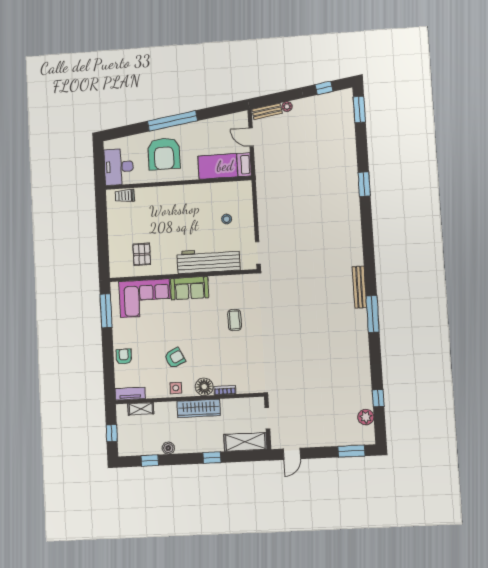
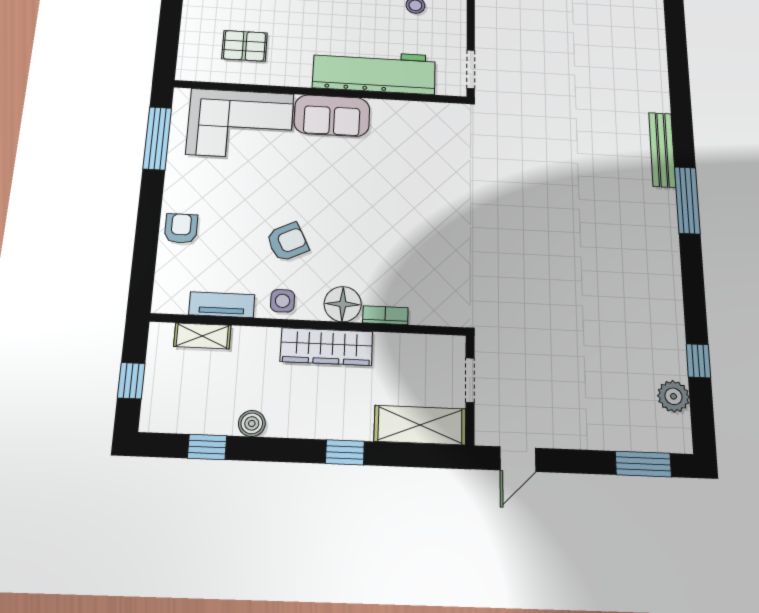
pallet: (142, 254) -> (244, 46), turned 90
coffee table: (235, 320) -> (416, 183), removed
tv unit: (130, 394) -> (222, 305), moved

